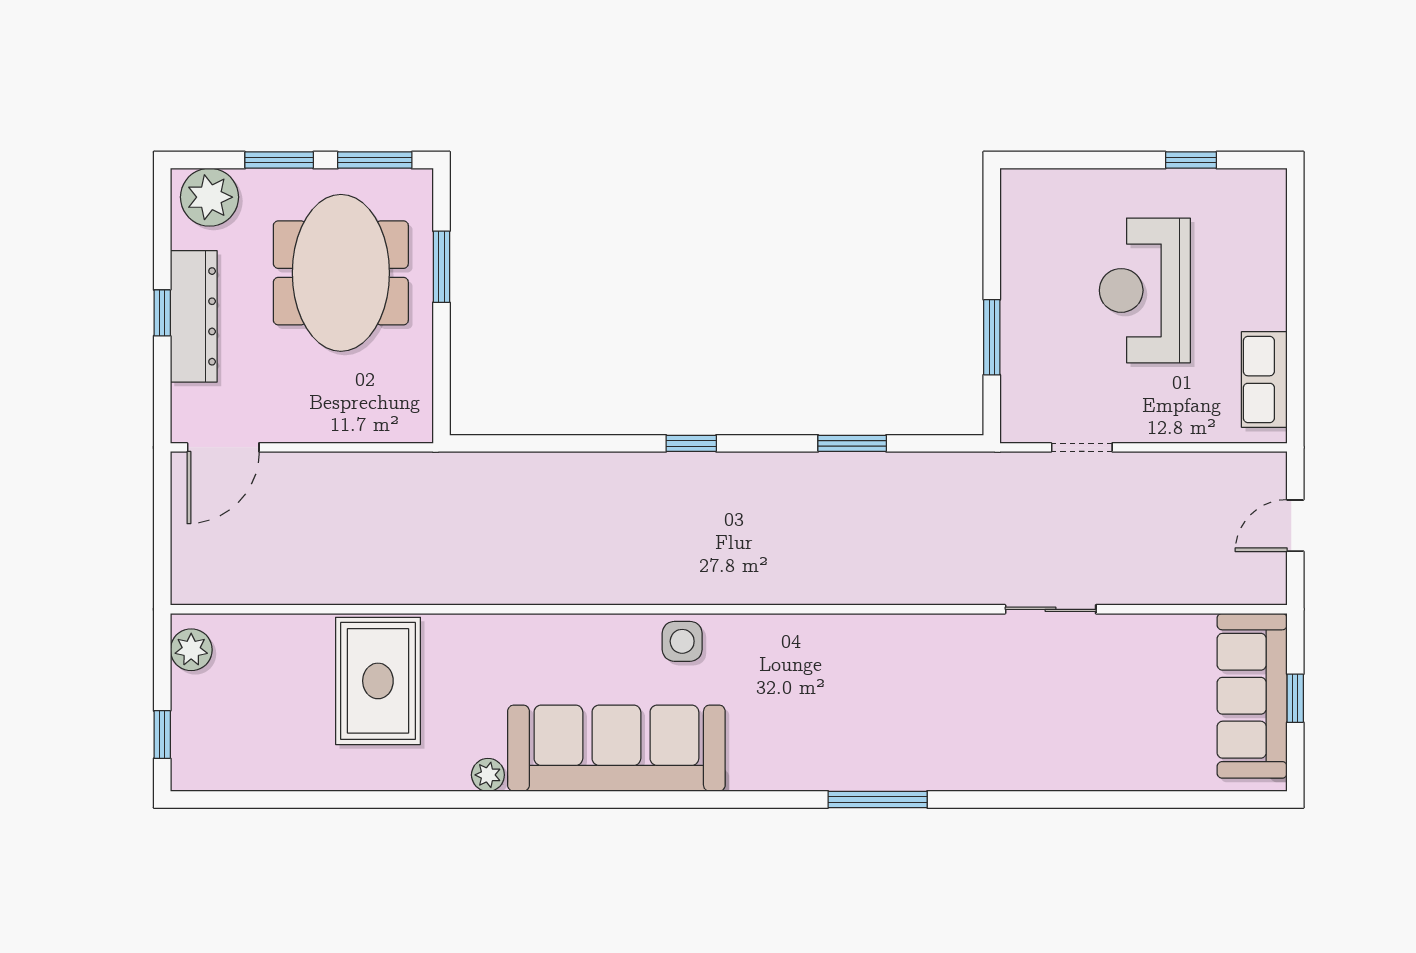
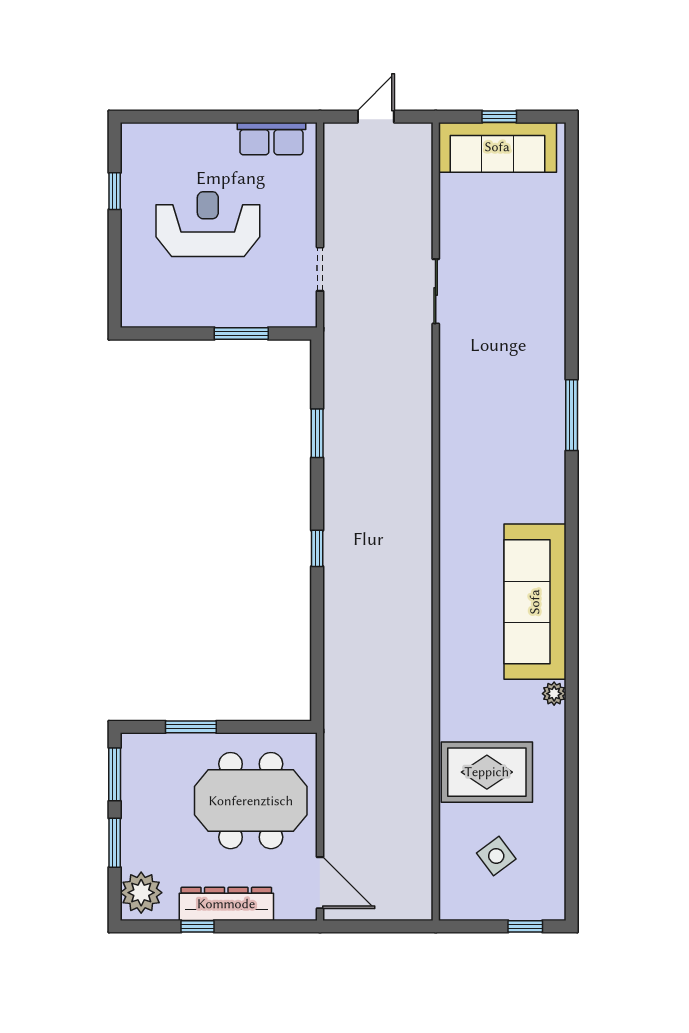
meeting table: (341, 273) -> (251, 801), moved
reception desk: (1145, 290) -> (208, 224), turned 180
window: (162, 313) -> (197, 926), moved
door: (1295, 526) -> (376, 117), swing flipped
side table: (682, 641) -> (496, 856), moved, turned -37
plant: (191, 650) -> (465, 906), removed

